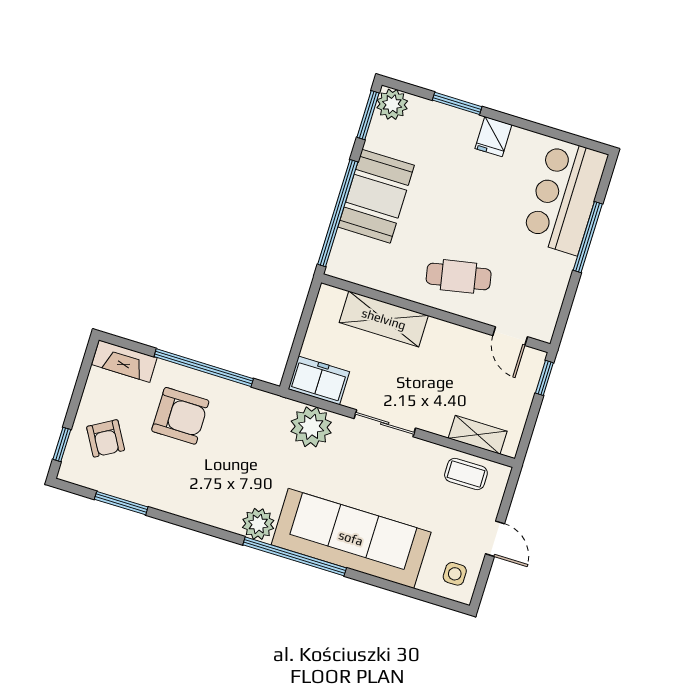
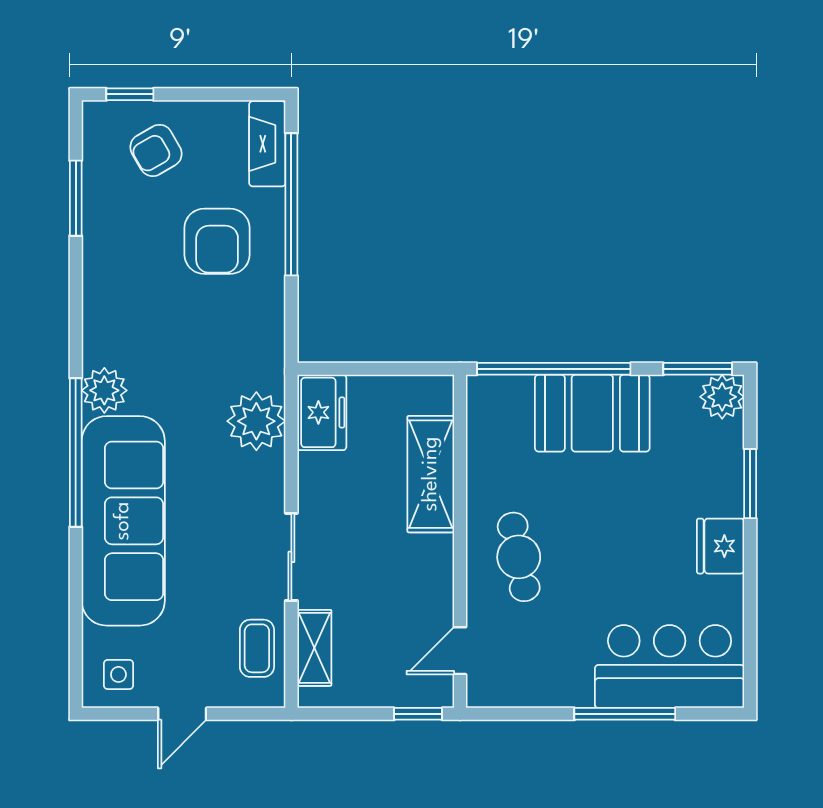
fridge: (493, 137) -> (721, 546), width x1.38
window: (204, 368) -> (291, 204), moved
sliding door: (385, 423) -> (291, 557), moved

